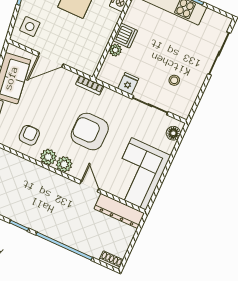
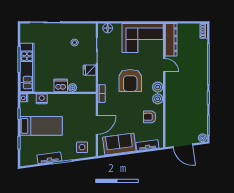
door: (51, 60) -> (97, 125), hinge flipped
door: (89, 186) -> (164, 65), swing flipped

